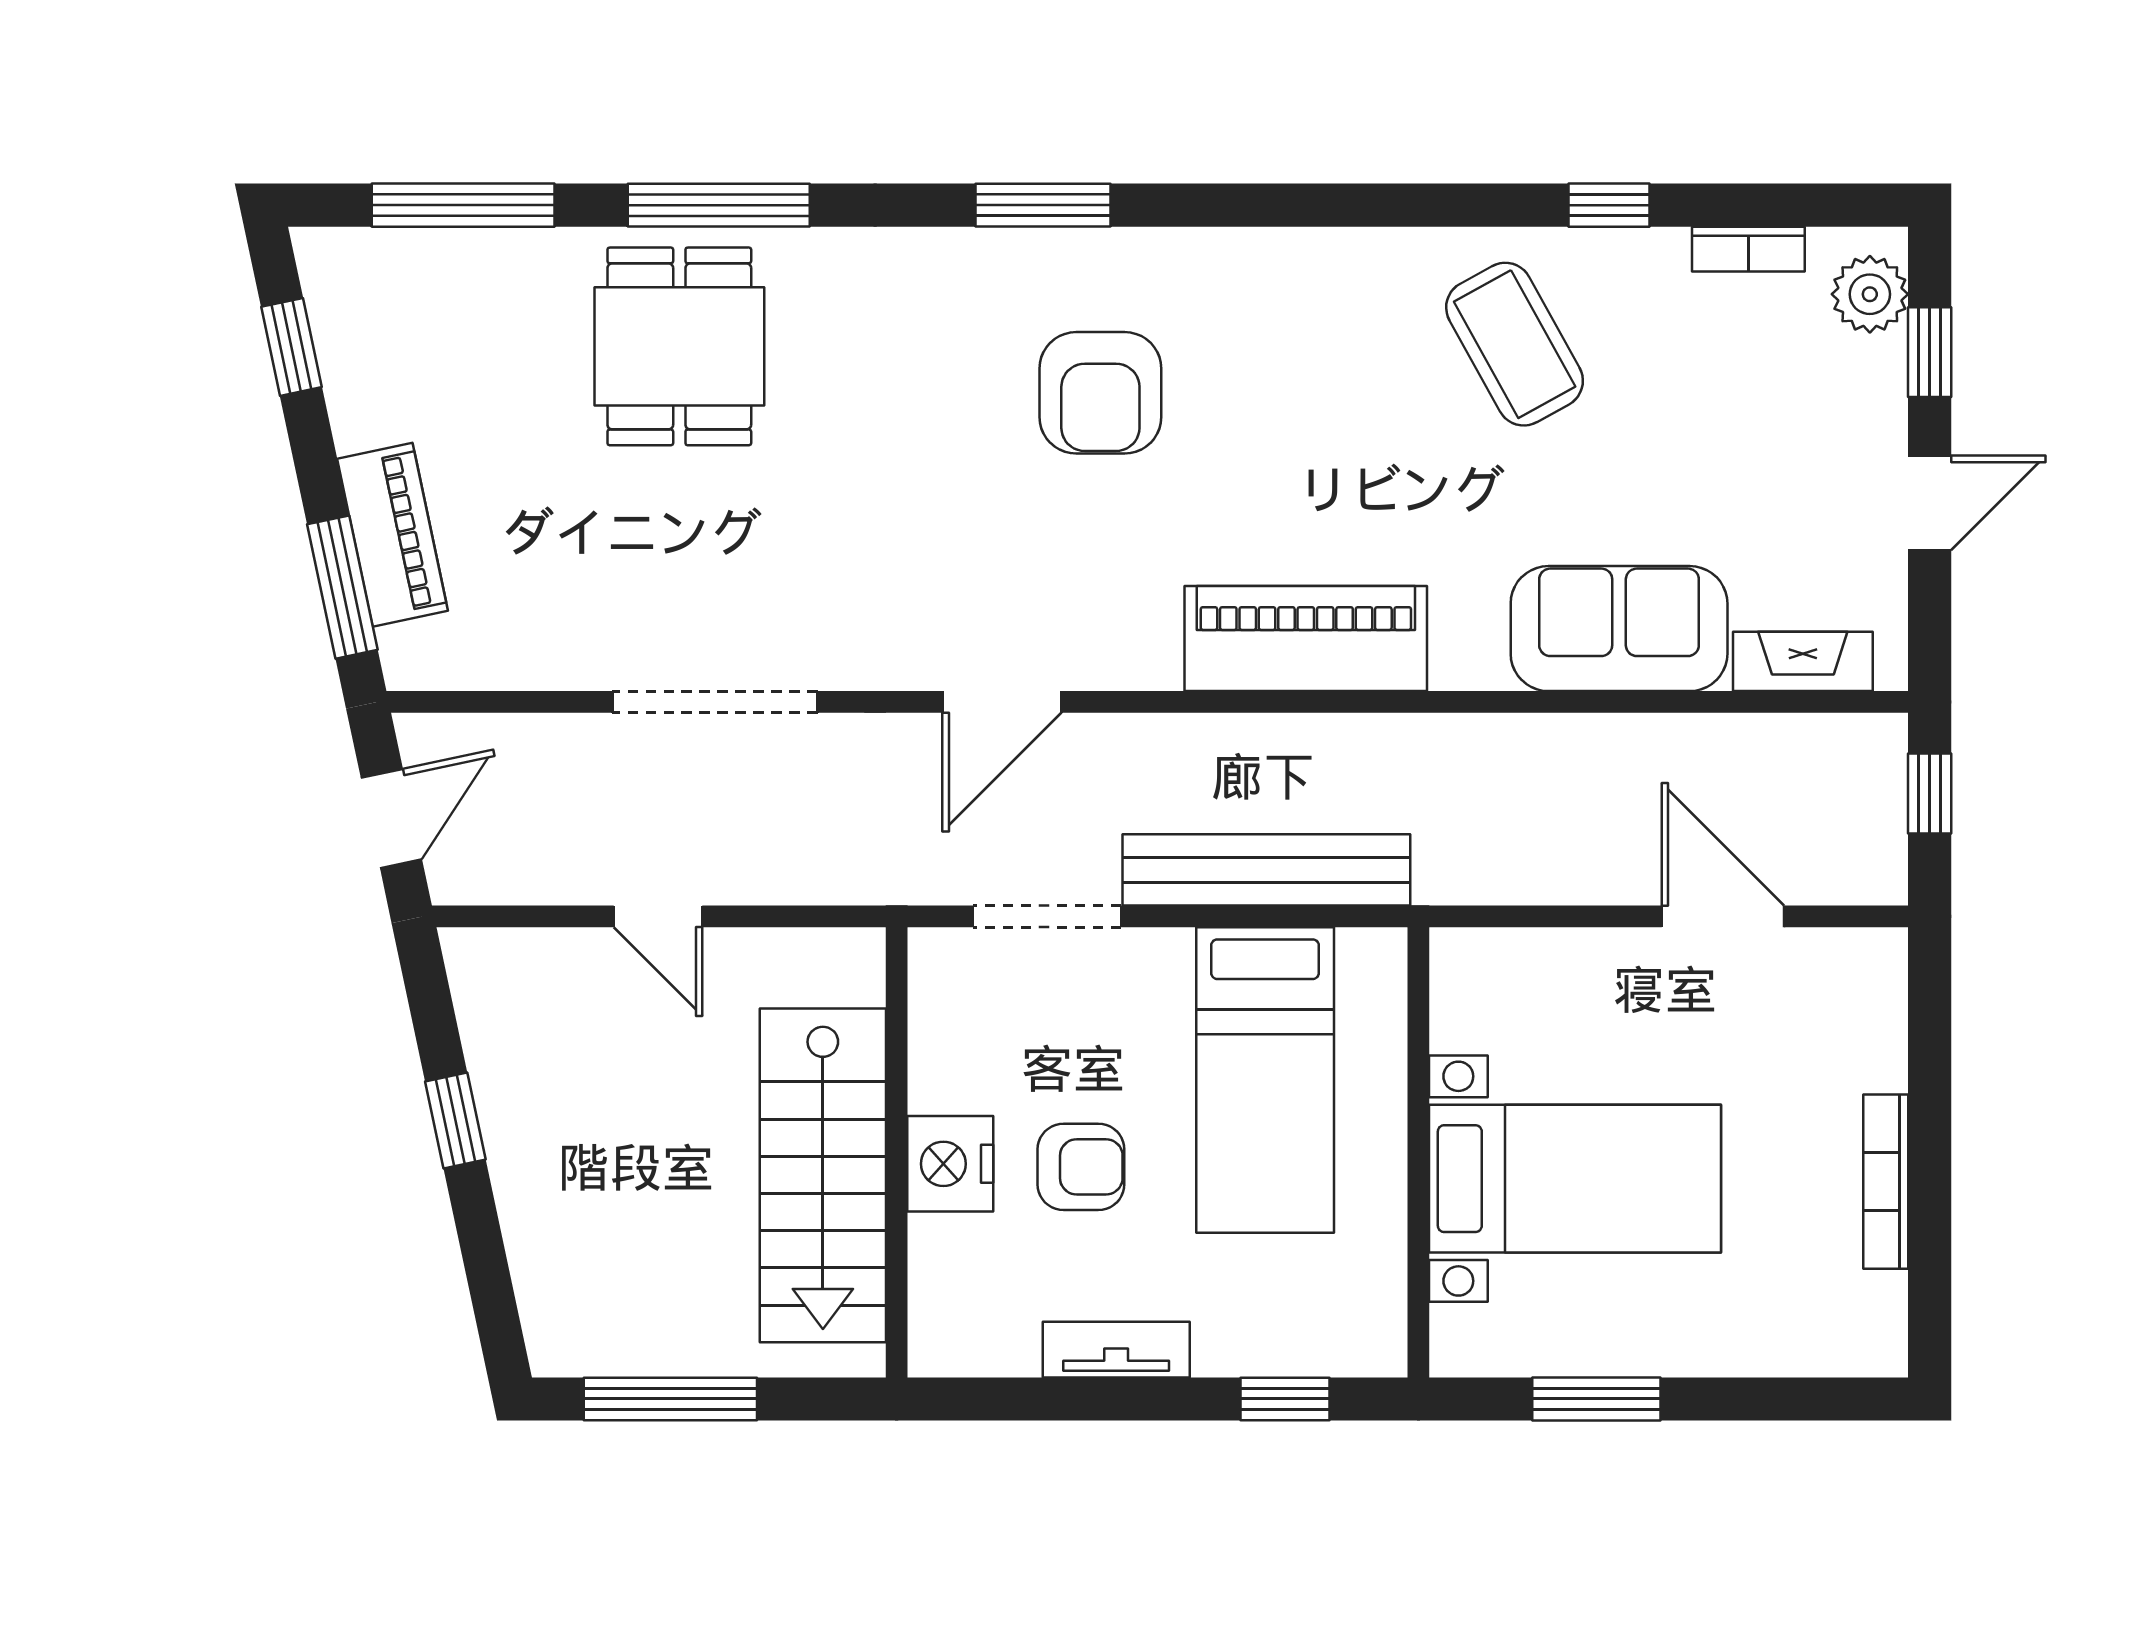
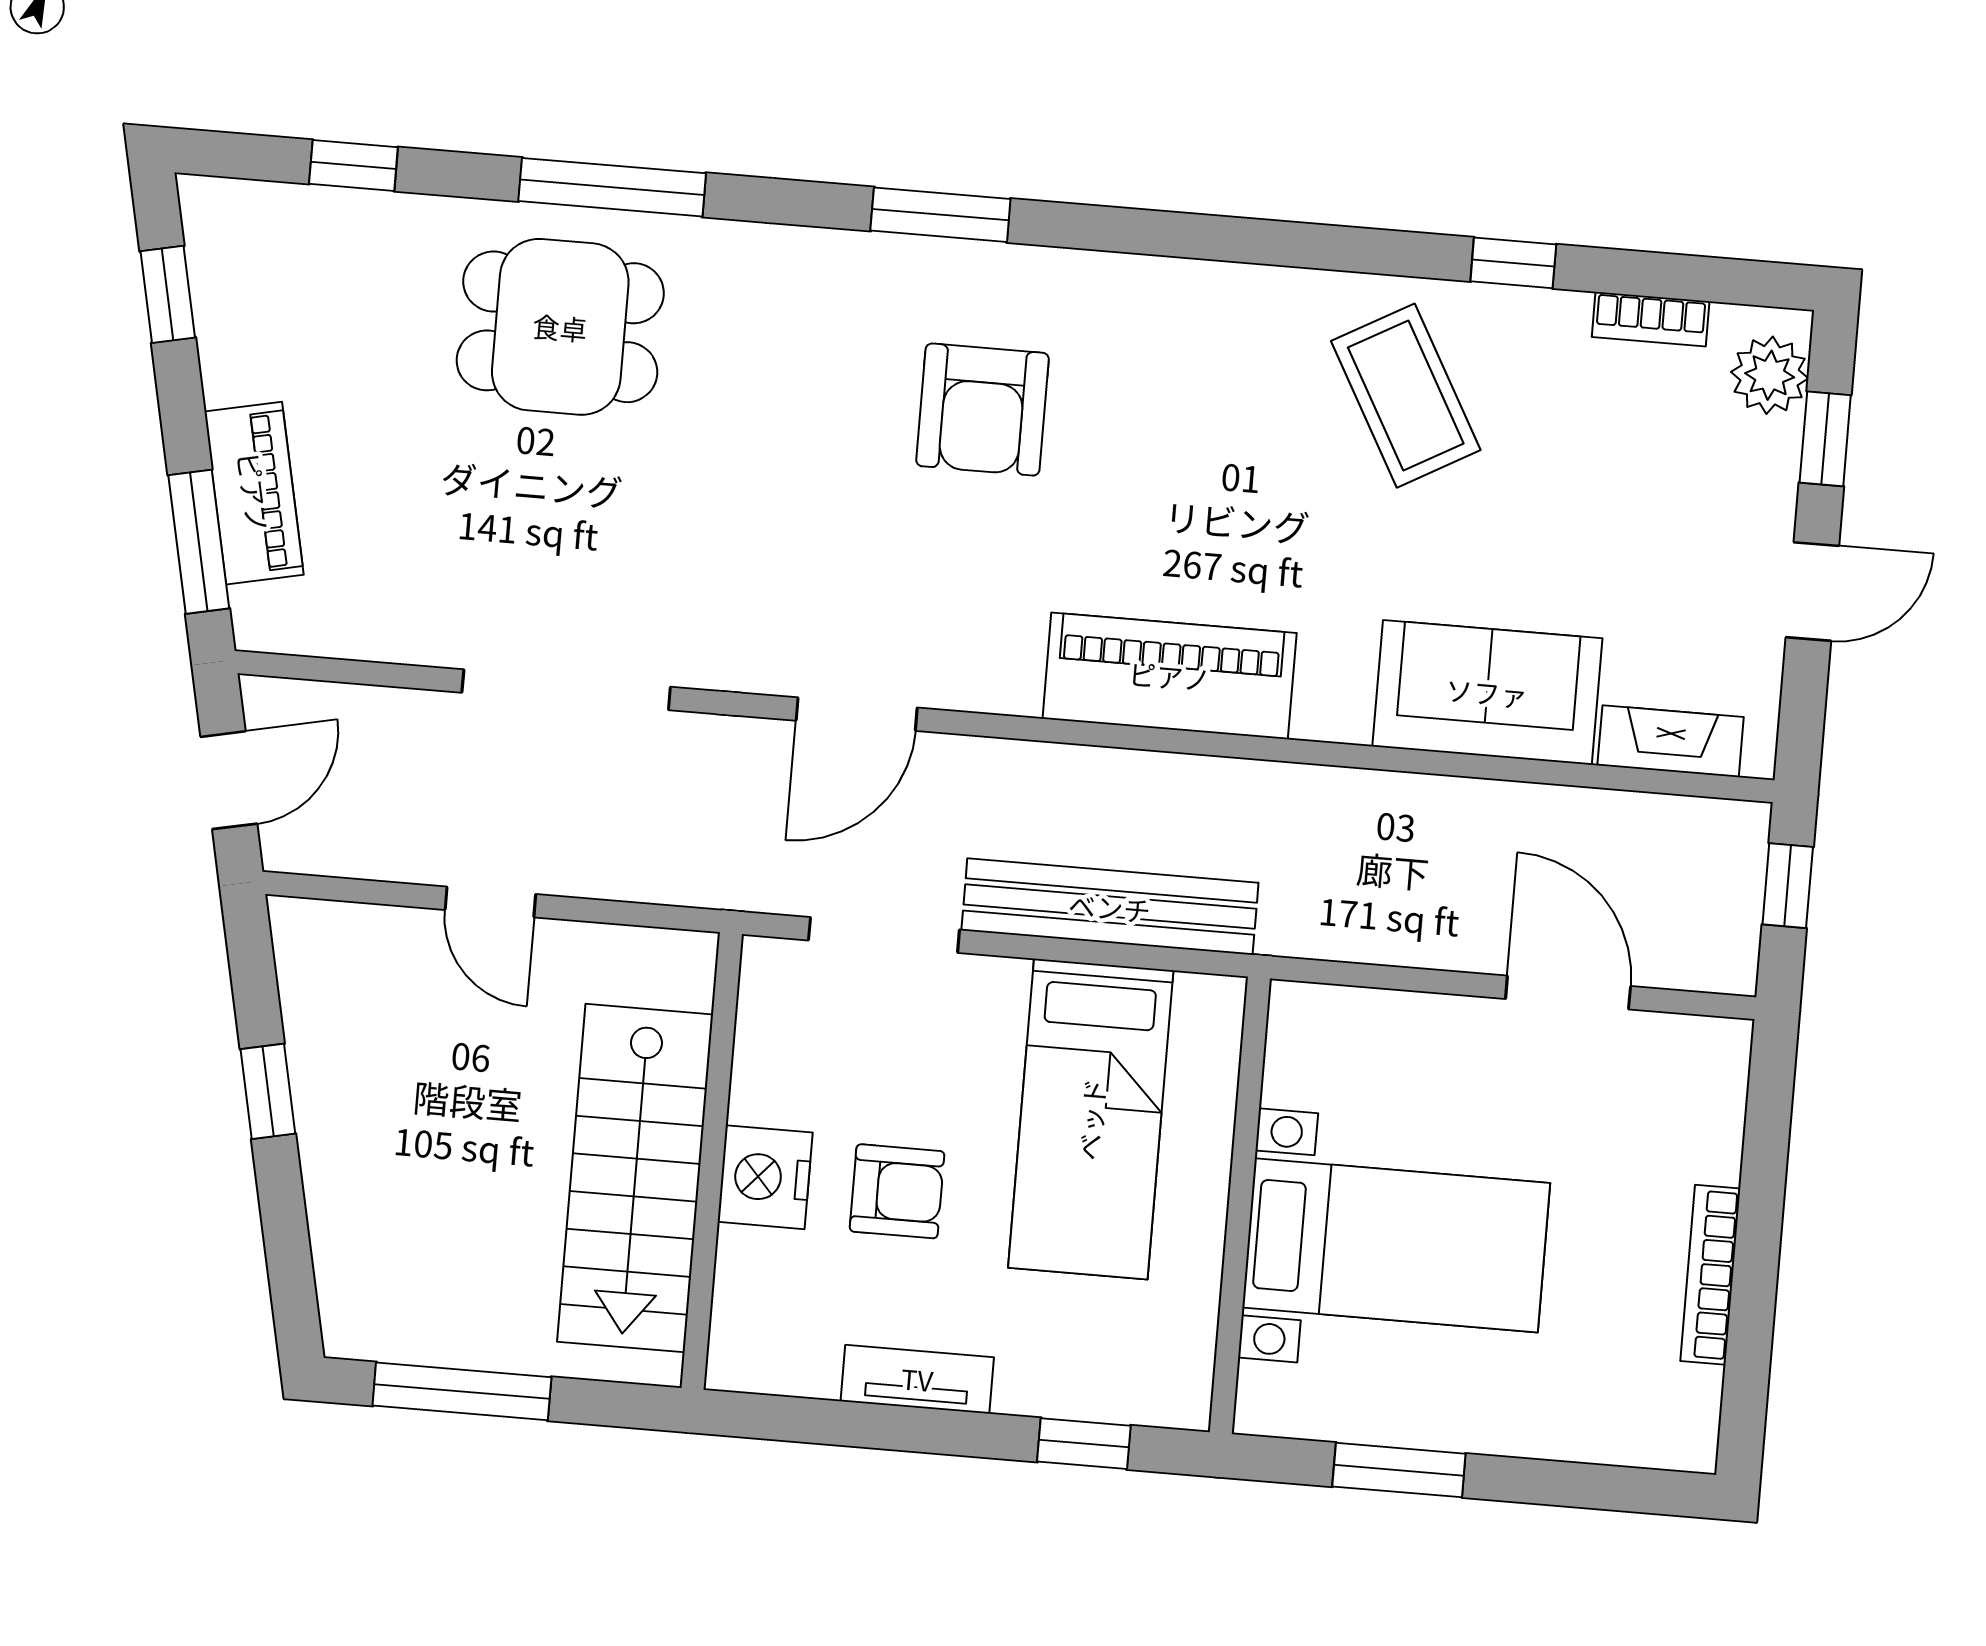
window: (463, 205) -> (353, 165), width x0.46
dining table: (679, 346) -> (560, 327), turned 90

